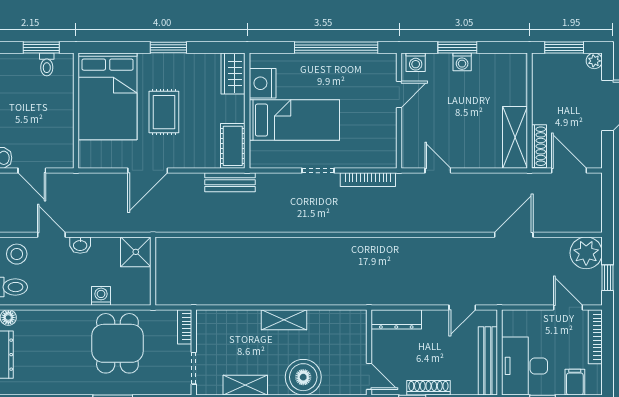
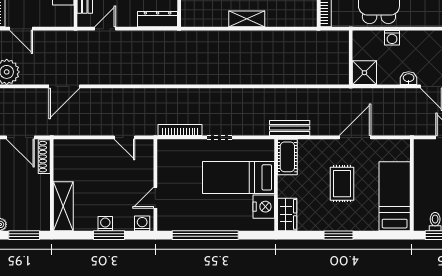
bed: (108, 96) -> (395, 196), width x0.67
shelving: (515, 137) -> (63, 206), moved

